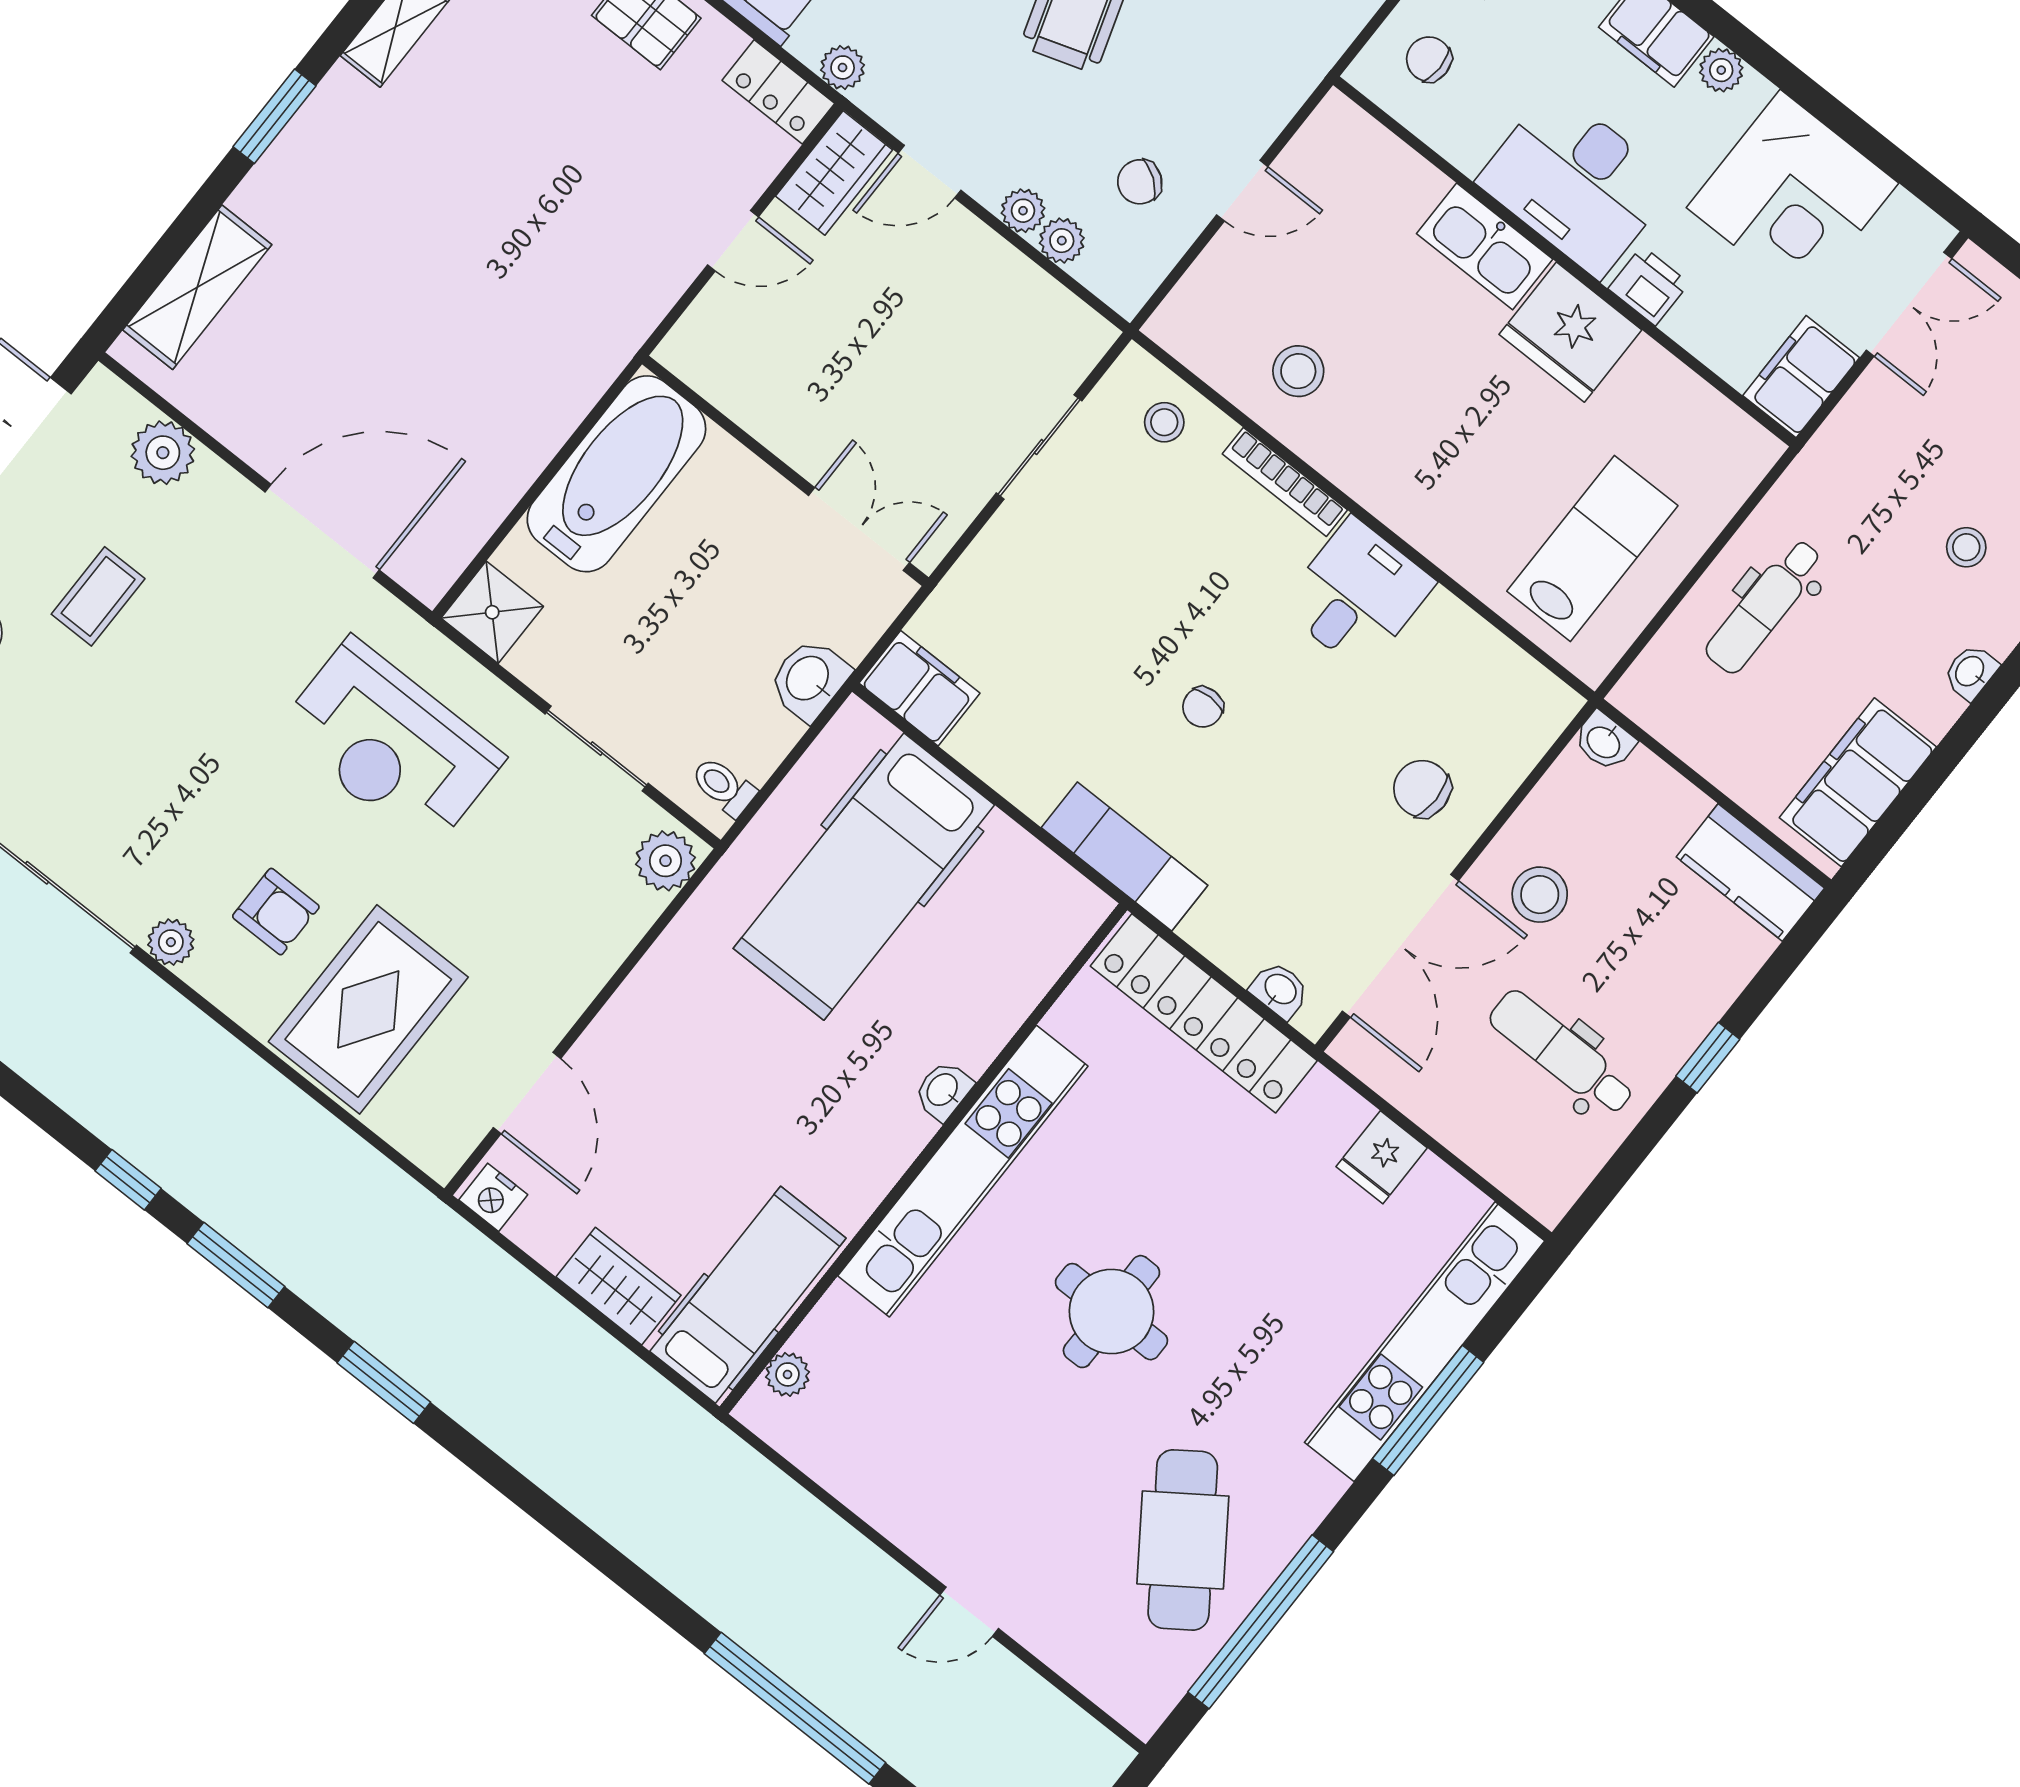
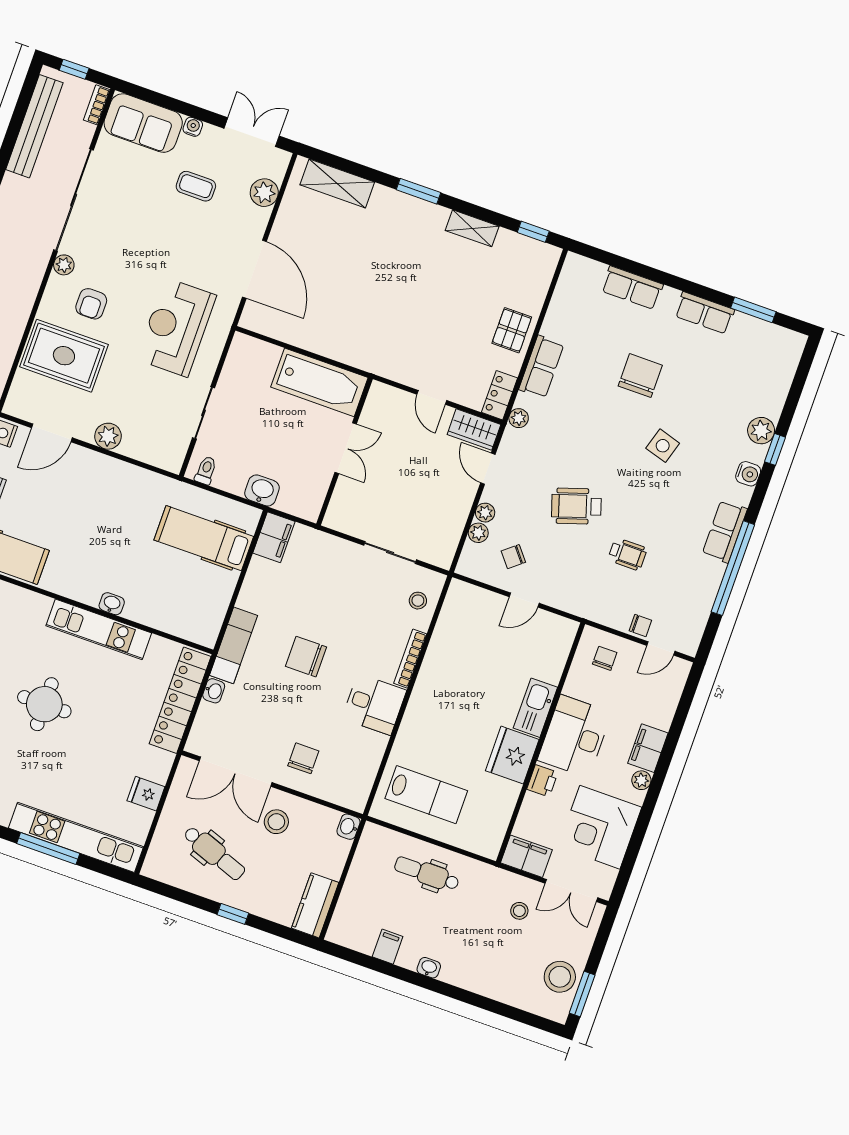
chair: (1140, 182) -> (513, 557), turned -75
door: (1242, 191) -> (524, 600), hinge flipped
stool: (1298, 371) -> (458, 649), removed
double door: (859, 529) -> (346, 448), moved
stool: (1966, 547) -> (519, 911), moved
shower: (492, 612) -> (245, 351), removed
chair: (1203, 707) -> (306, 657), width x1.87, depth x1.87
filing cabinet: (1858, 782) -> (388, 947), width x0.33, depth x0.86
plant: (666, 861) -> (108, 436), moved
hospital bed: (864, 877) -> (204, 538), width x0.73, depth x0.78
washbasin: (1280, 990) -> (214, 691), moved
dental chair: (1562, 1053) -> (214, 853), turned 110
kitchen unit: (963, 1171) -> (99, 629), width x0.73

